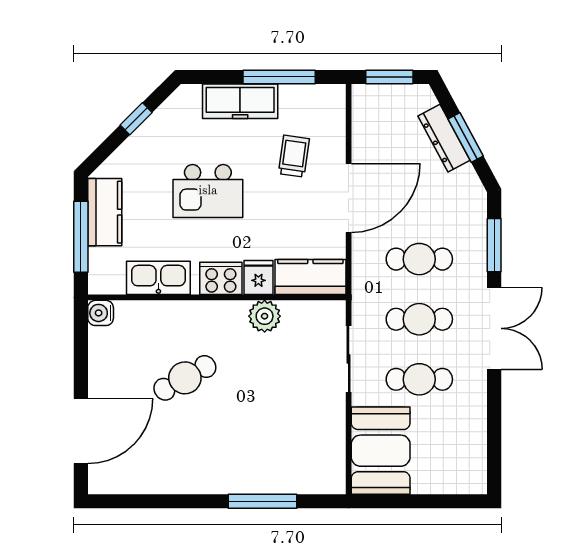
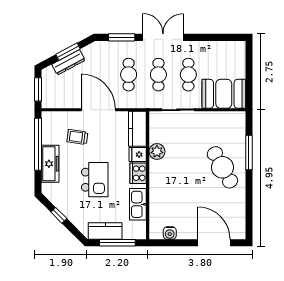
window: (279, 77) -> (38, 144), width x1.46
water cooler: (101, 313) -> (170, 233), moved
cafe table: (185, 378) -> (222, 167), moved, width x1.37, depth x1.35

